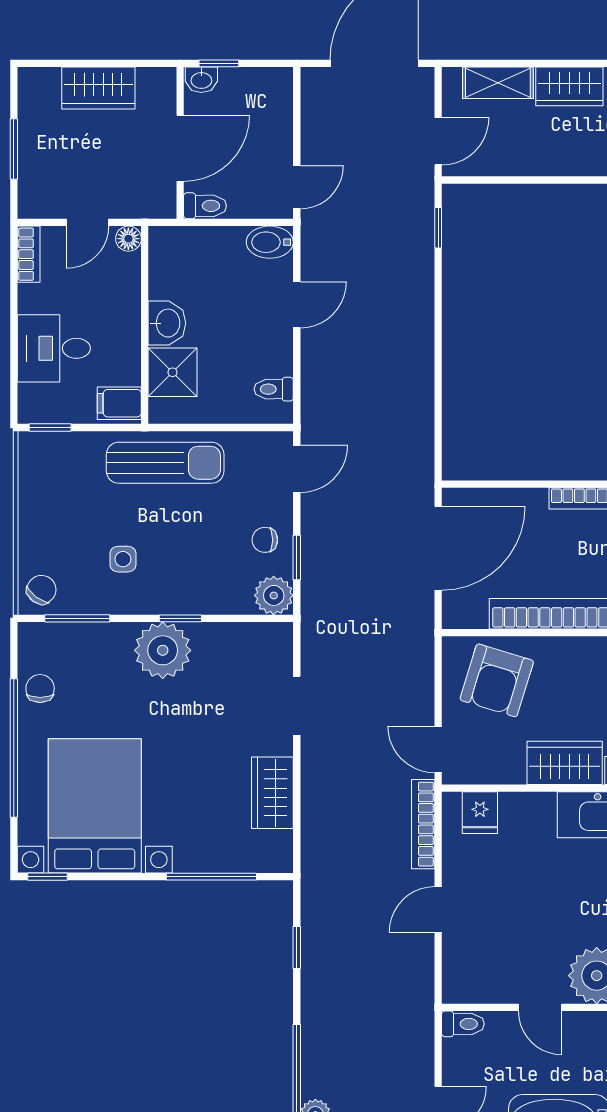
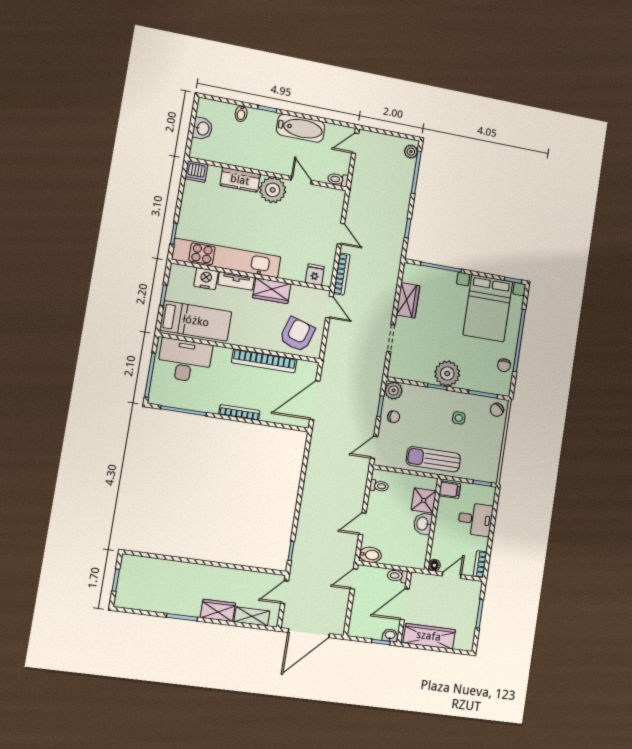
wardrobe: (98, 88) -> (429, 636), width x1.50
door: (438, 909) -> (341, 234), hinge flipped

